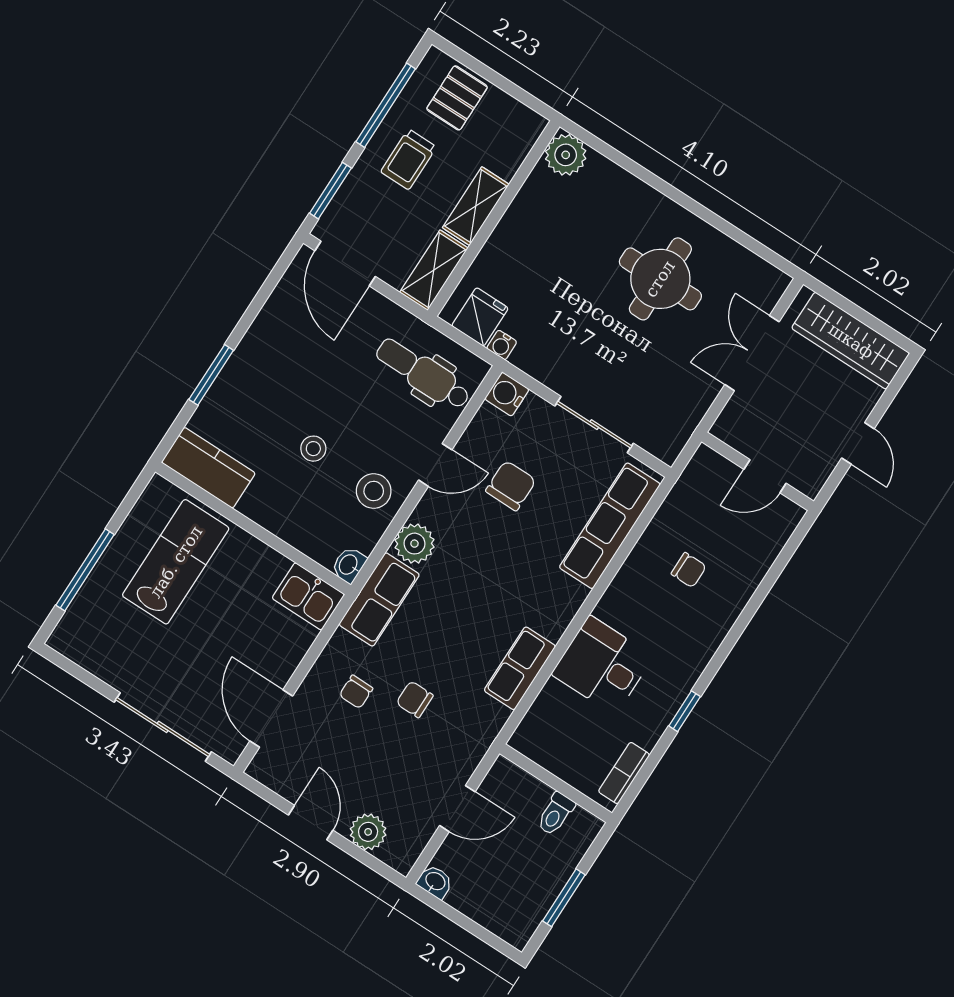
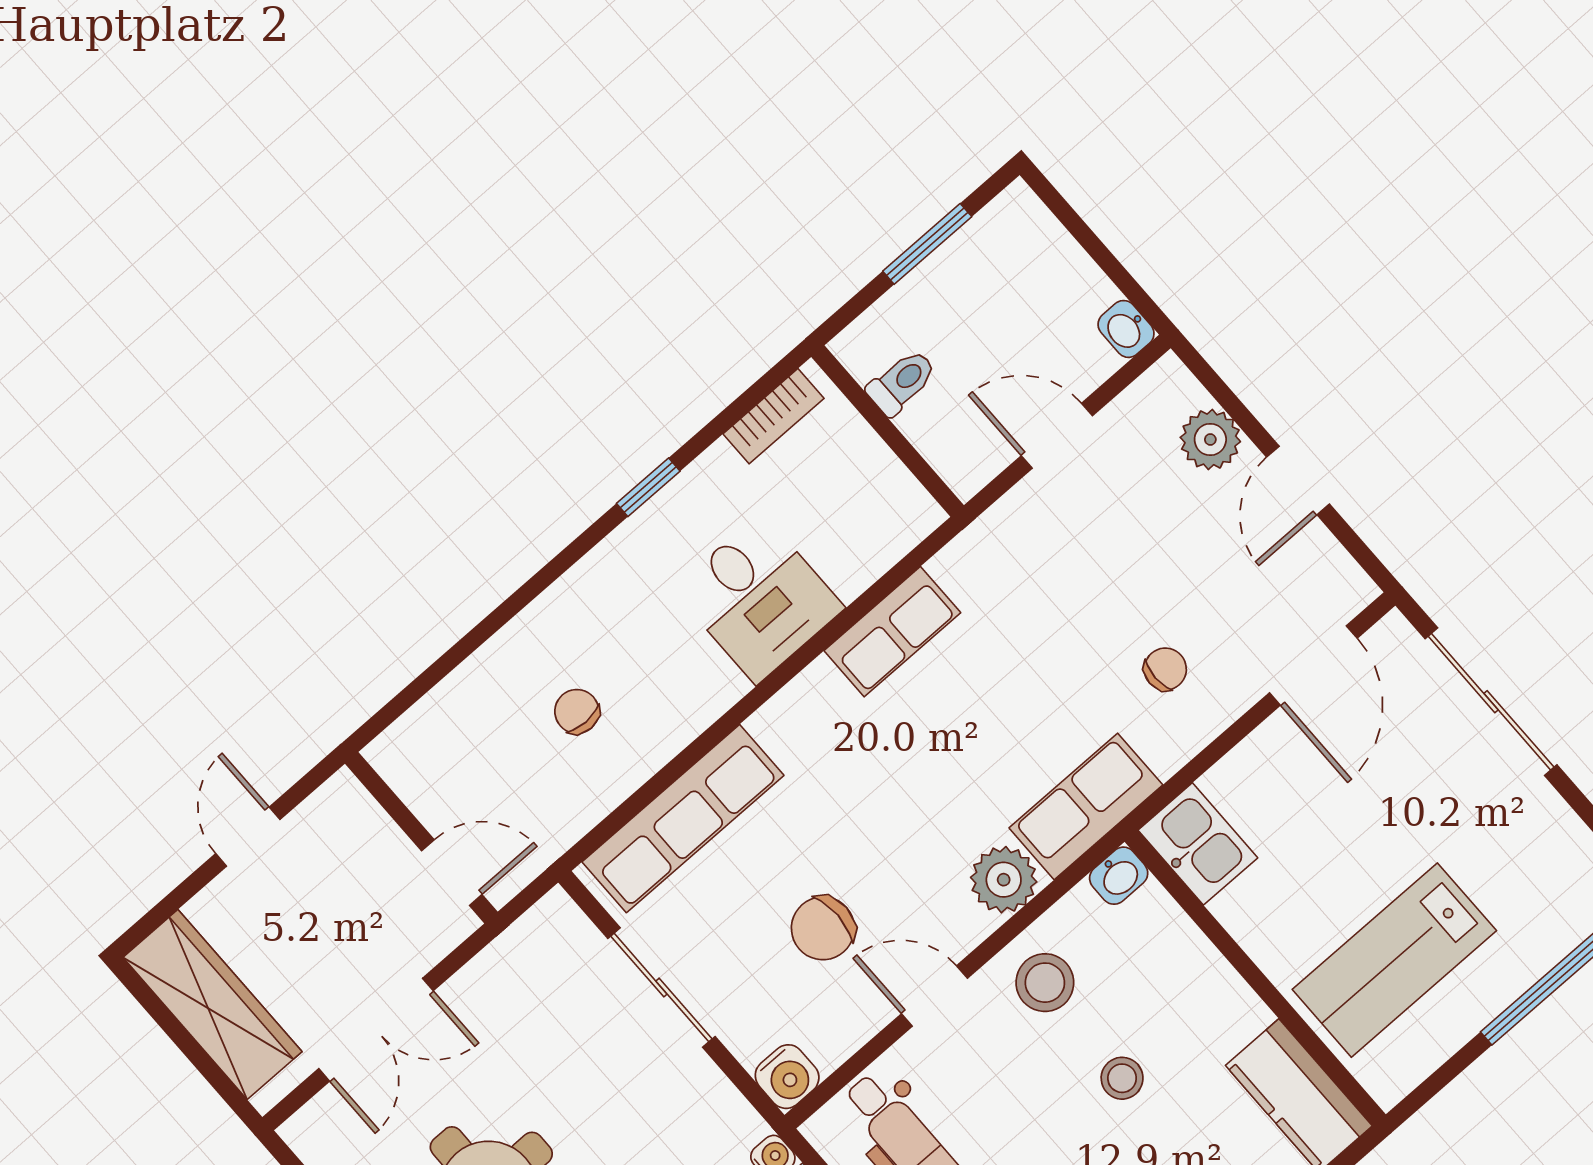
door: (765, 476) -> (452, 873), moved
chair: (415, 699) -> (1075, 630), removed

